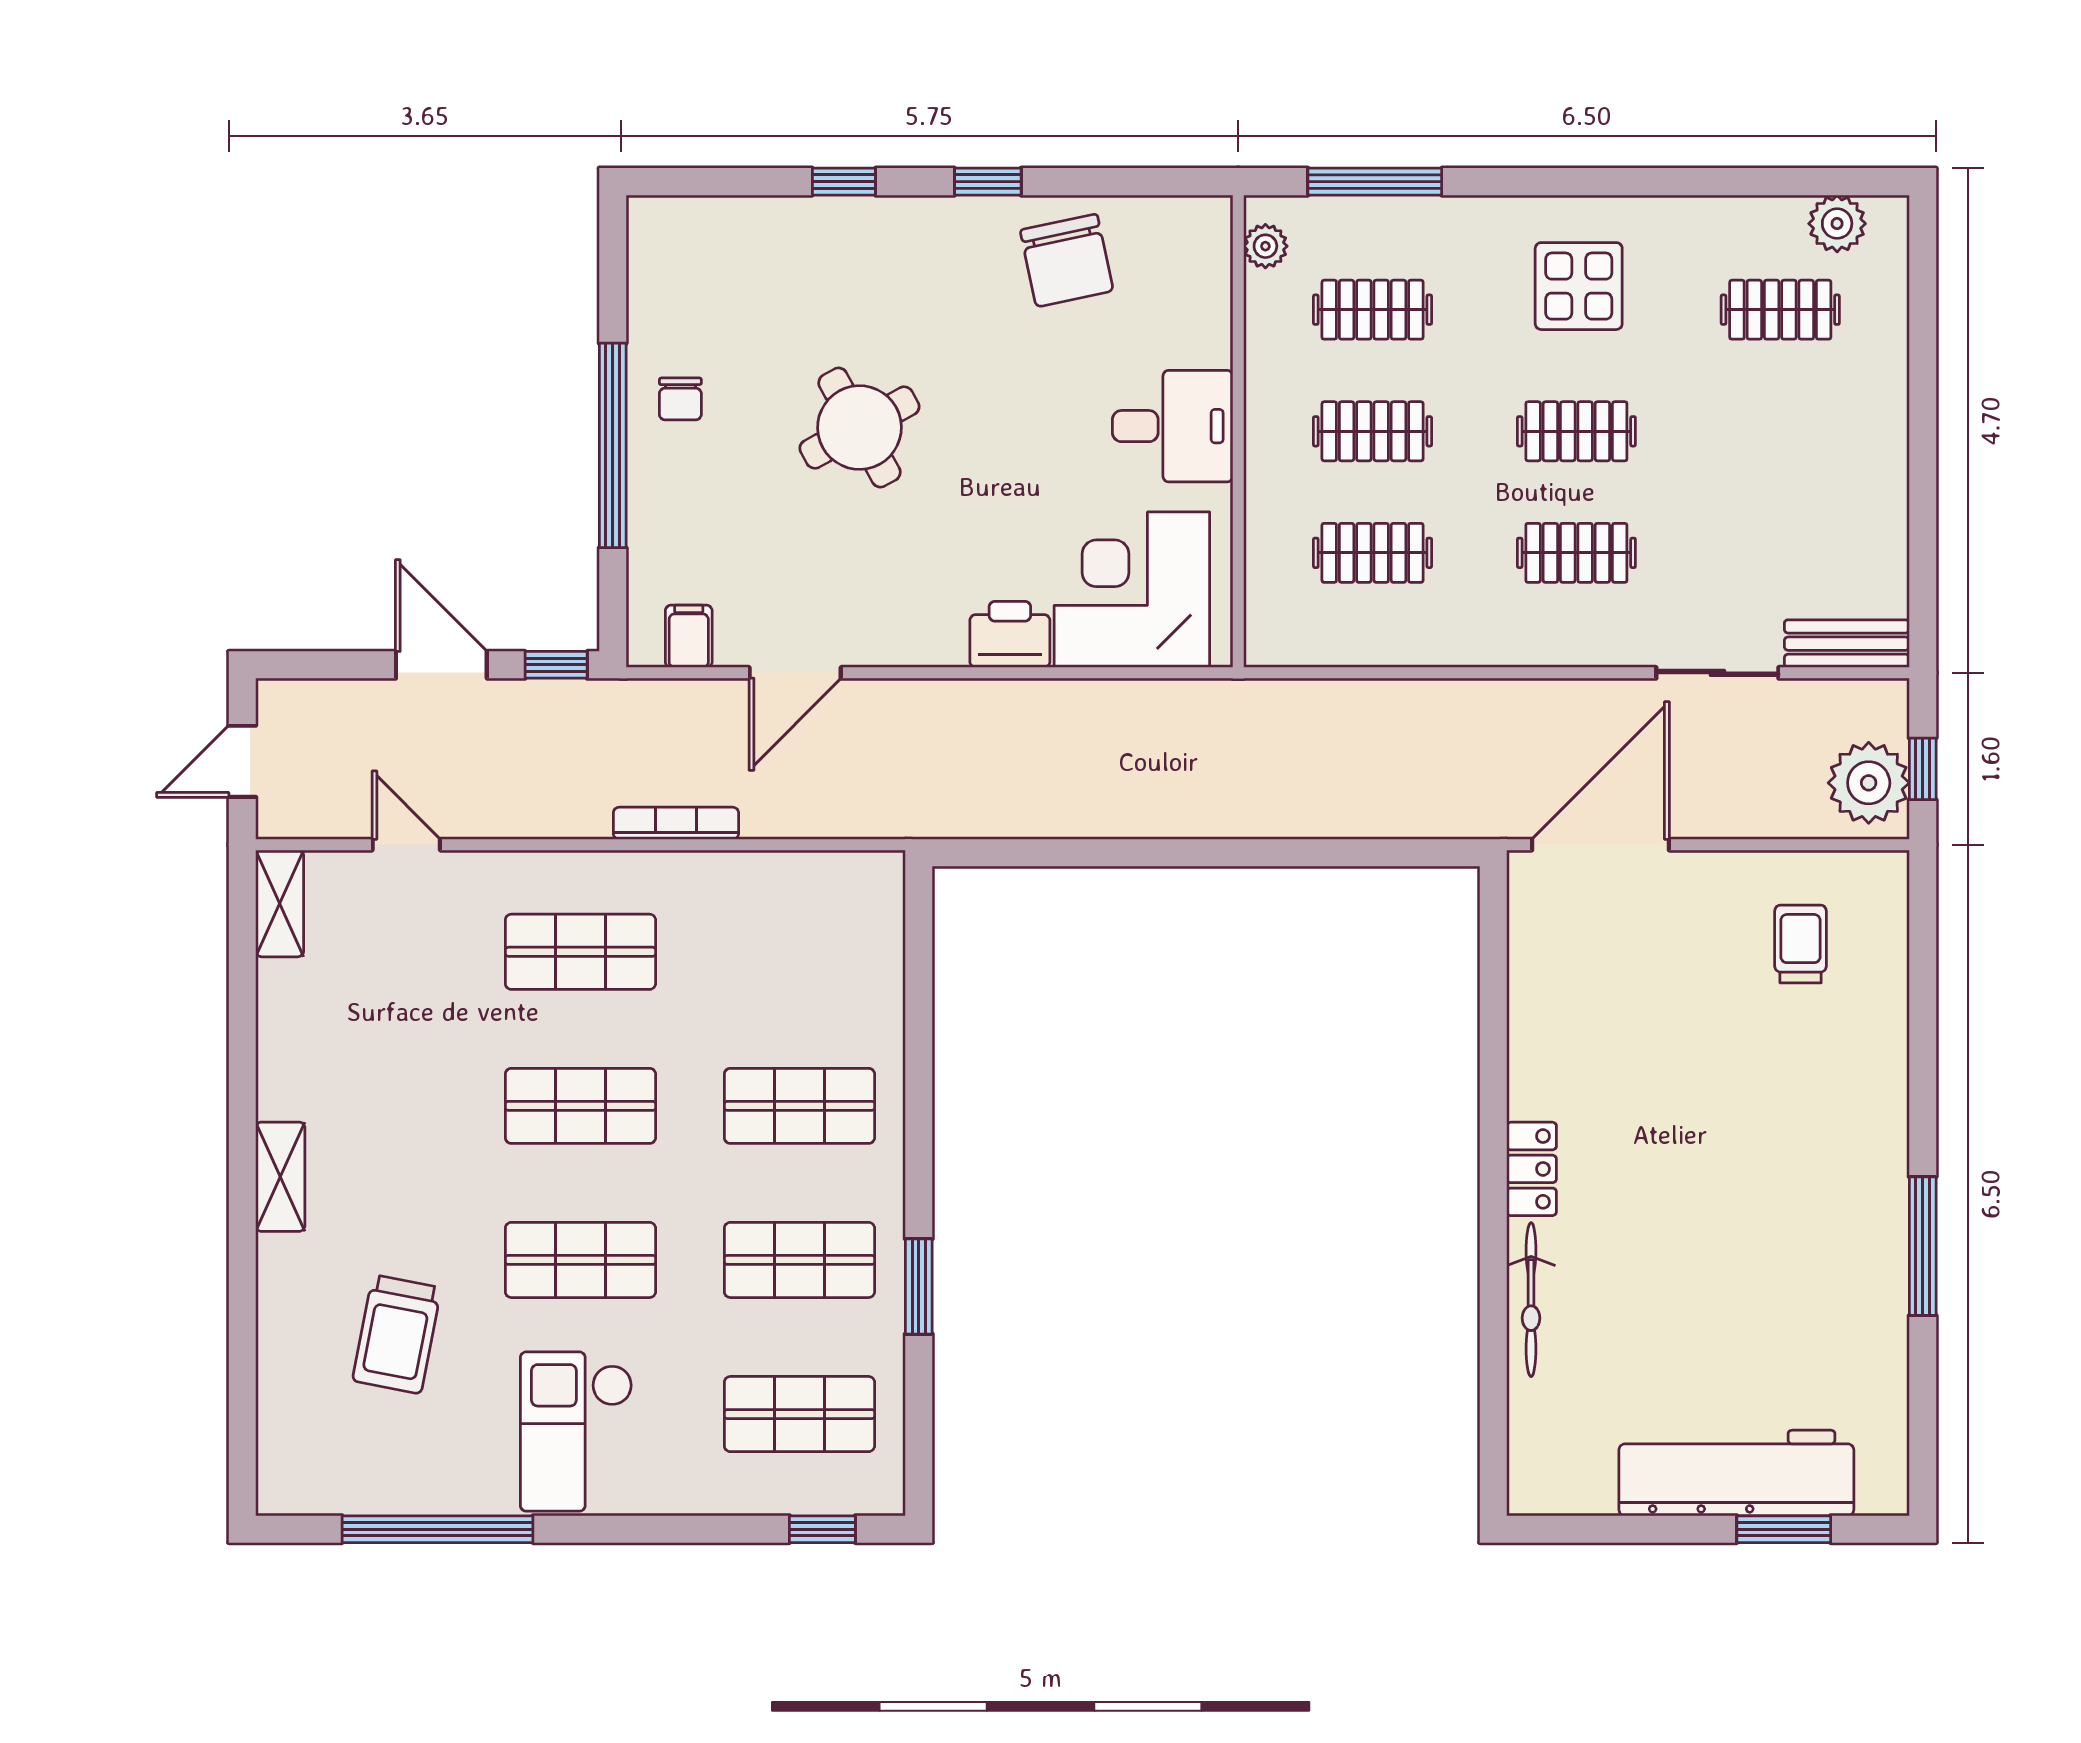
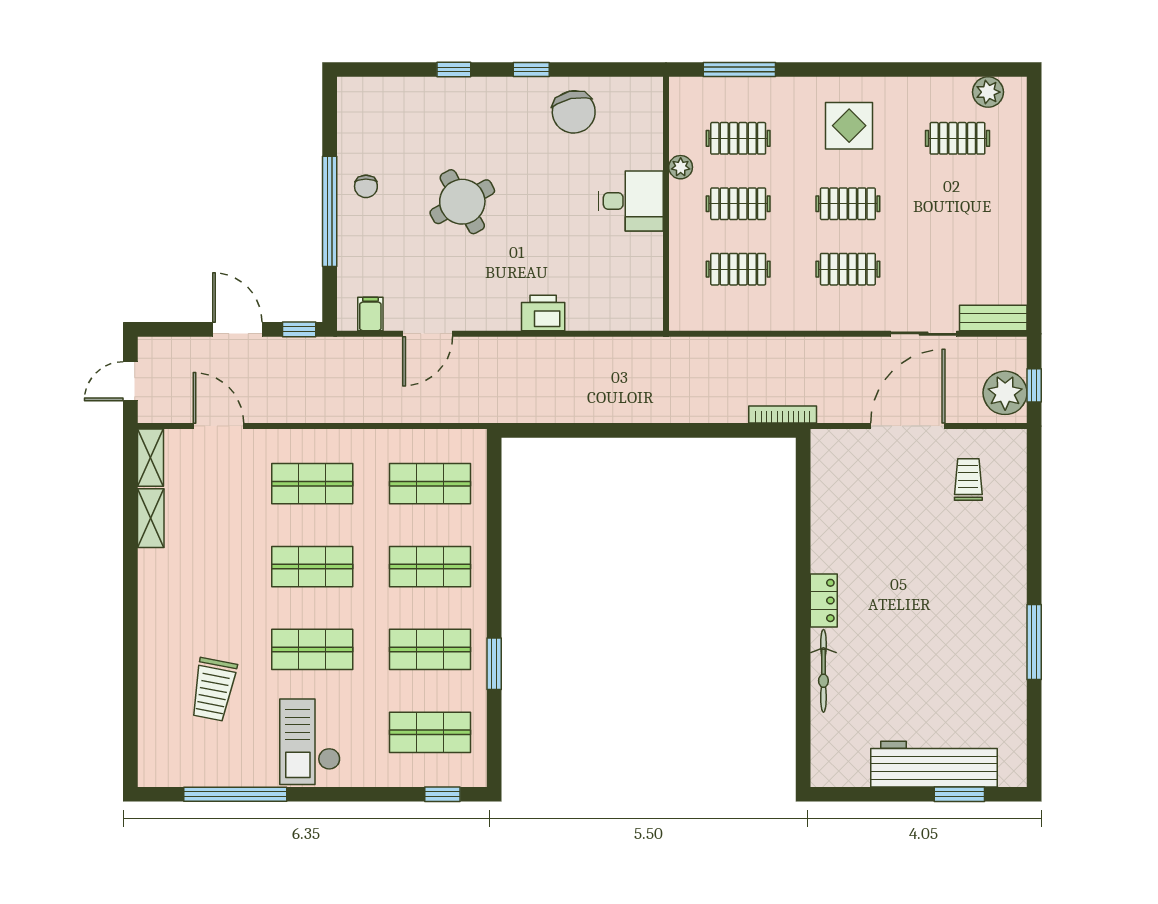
plant: (1265, 246) -> (681, 167), moved
corner desk: (1132, 590) -> (609, 289), removed
bookcase: (676, 823) -> (783, 415), moved
door: (406, 845) -> (218, 426), width x1.38
door: (1600, 845) -> (908, 426), moved
shop shelf: (799, 952) -> (430, 484), added
shelving: (280, 1177) -> (151, 518), moved

